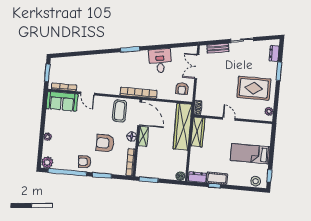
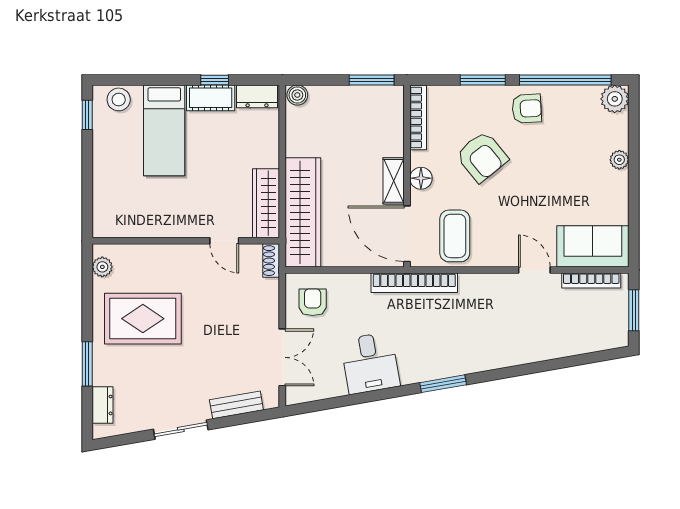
door: (229, 119) -> (224, 241), moved
armchair: (105, 143) -> (482, 157), turned 51
bed: (250, 154) -> (164, 130), moved, turned 90

